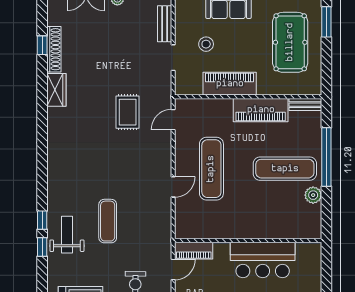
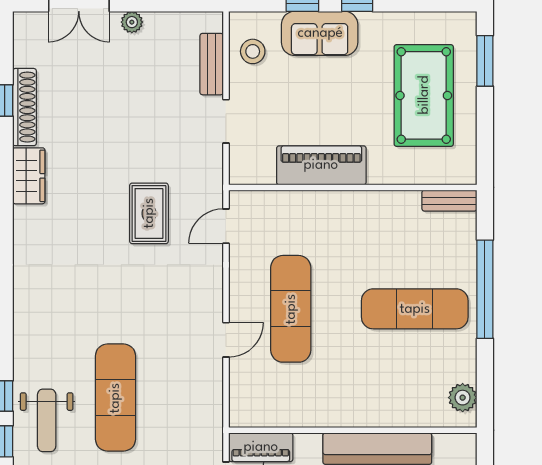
stool: (206, 44) -> (253, 51), moved
piano: (261, 110) -> (374, 210), removed
plant: (313, 195) -> (463, 398), moved
exercise mat: (108, 221) -> (115, 398), width x1.36, depth x1.45
weight bench: (67, 235) -> (47, 420), turned 180

